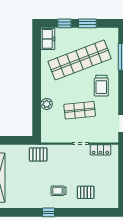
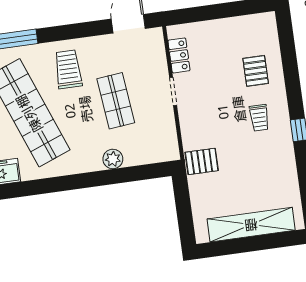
trolley: (101, 86) -> (68, 69), turned -90
pallet: (38, 154) -> (202, 161), turned 90

